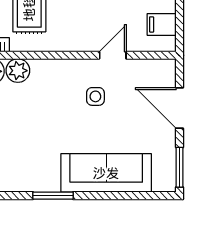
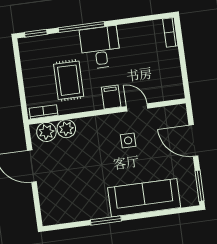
filing cabinet: (162, 24) -> (111, 97), moved, turned 90
door: (113, 55) -> (137, 107), hinge flipped

